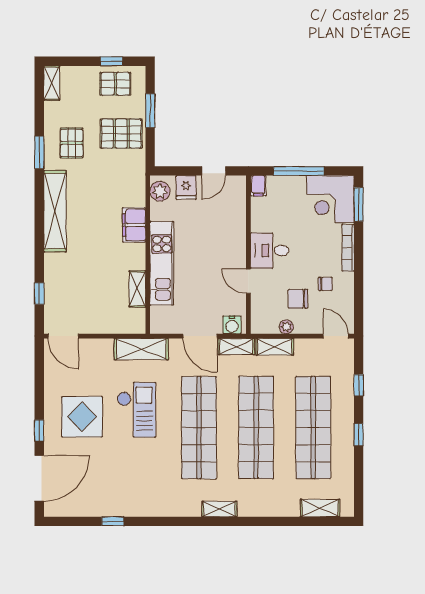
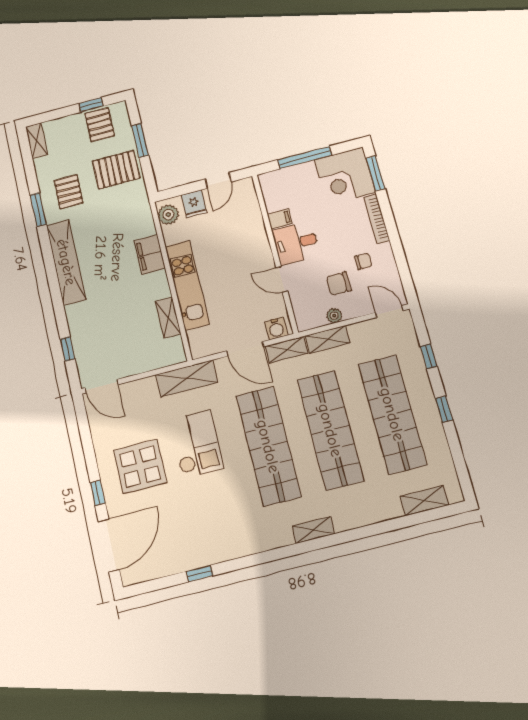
pallet: (115, 84) -> (100, 125), turned 90
filing cabinet: (258, 186) -> (280, 219), moved, turned -90

